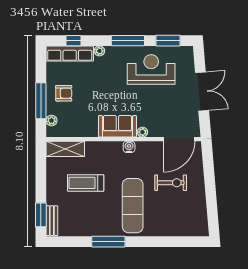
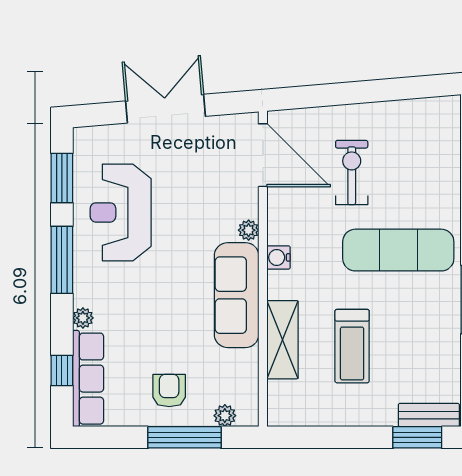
sofa: (117, 126) -> (237, 295), width x1.36
shelving: (65, 149) -> (283, 340), moved

